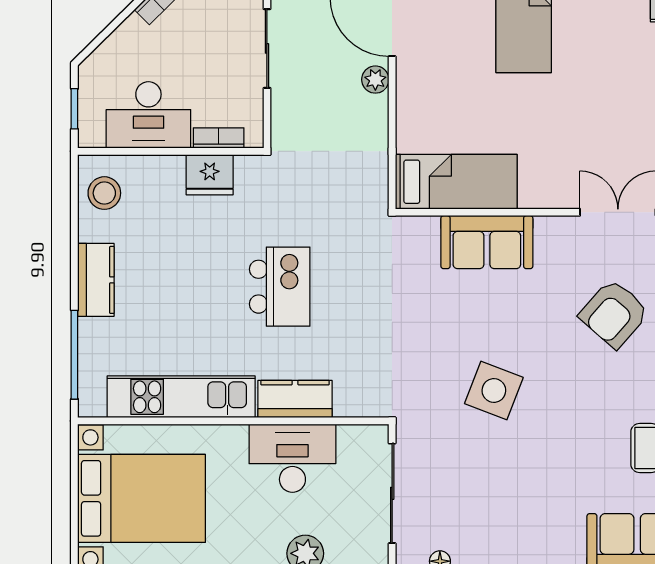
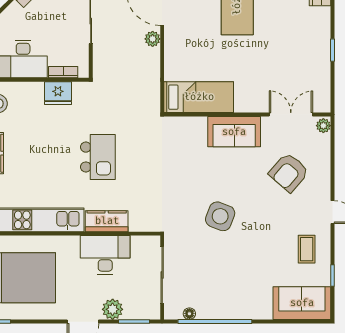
sofa: (487, 242) -> (234, 132), moved

